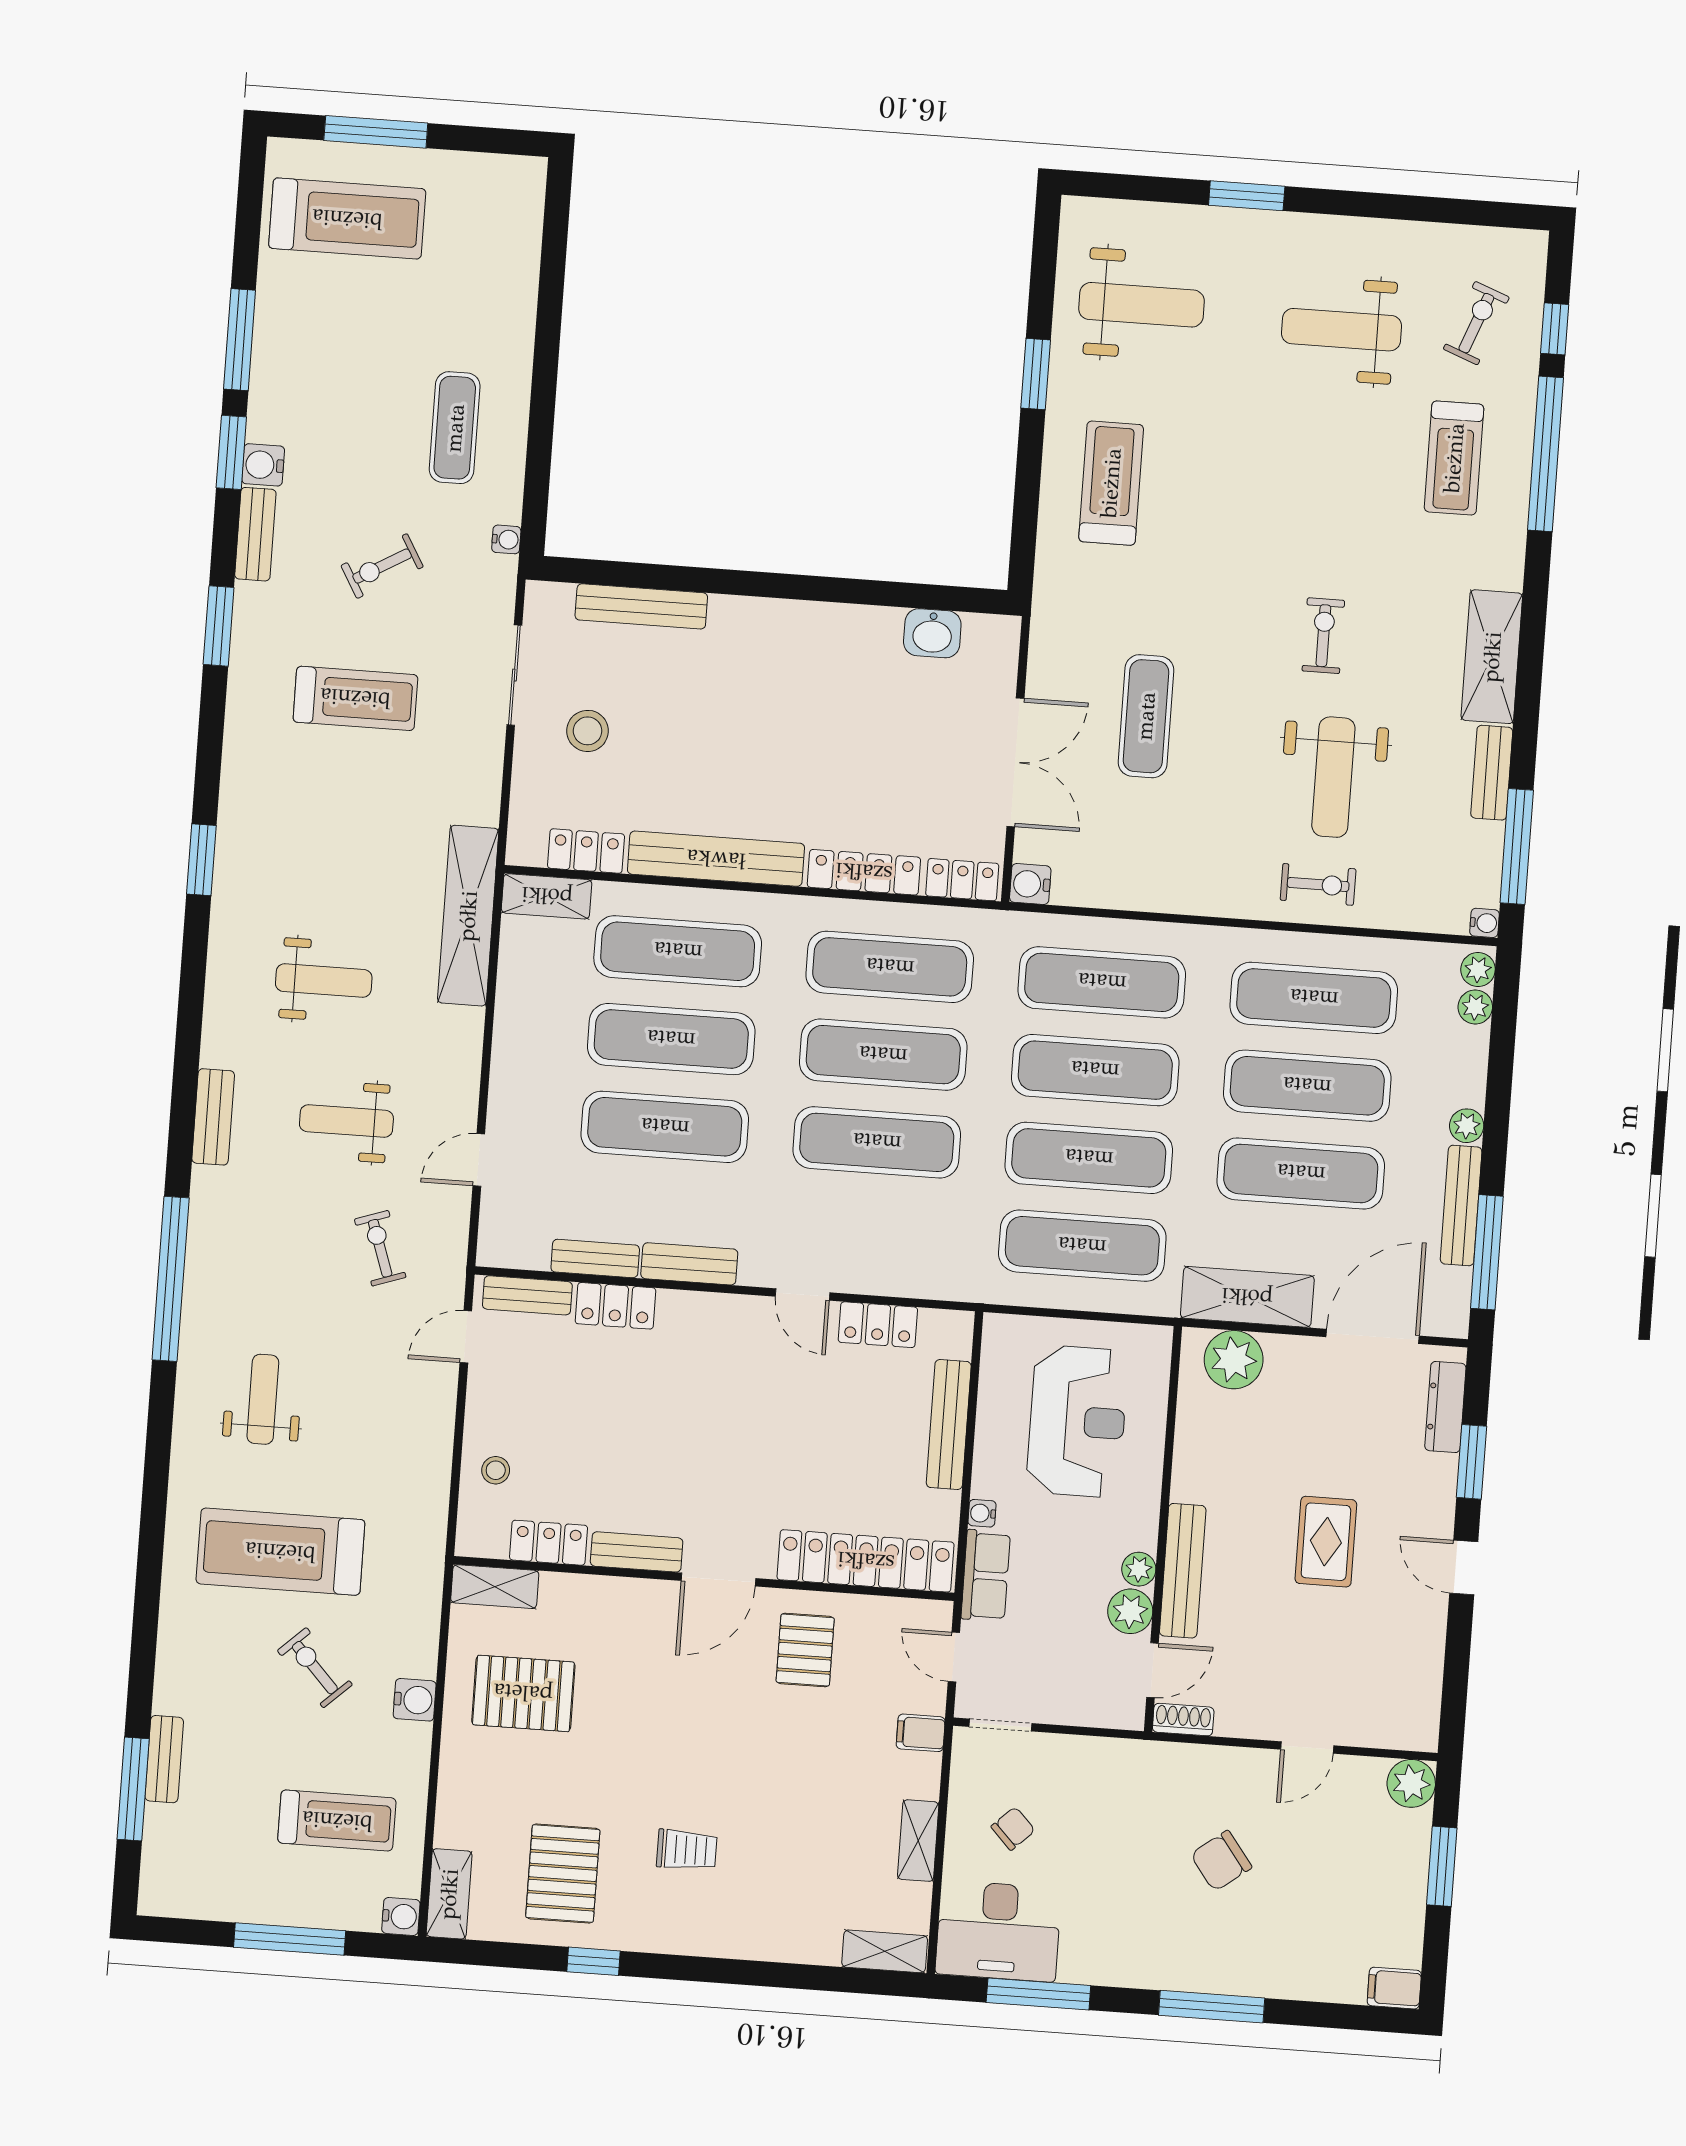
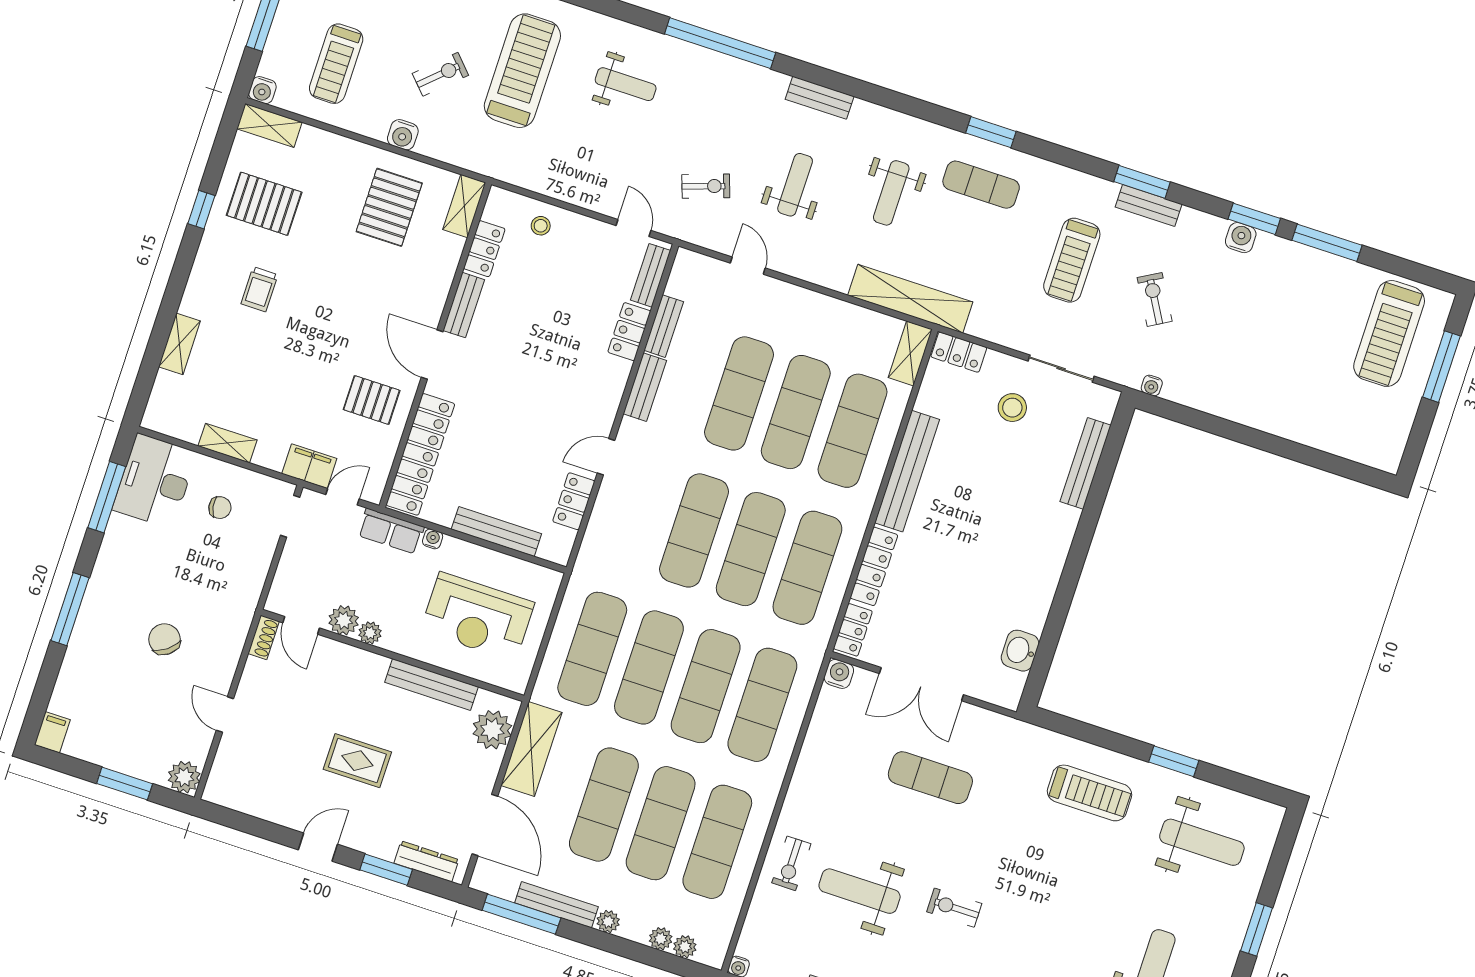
weight bench: (1141, 305) -> (1202, 842), turned -90
exercise mat: (455, 428) -> (981, 185), moved
bench: (255, 534) -> (1149, 205), moved
exercise bike: (1323, 636) -> (954, 908), turned 180
locker: (586, 851) -> (959, 352), moved, turned 90
plant: (1478, 970) -> (661, 939), moved
bench: (1183, 1571) -> (432, 684), moved
filing cabinet: (921, 1733) -> (309, 466), width x2.00
chair: (1013, 1828) -> (220, 508), turned -56
shelving: (885, 1951) -> (179, 344), moved

